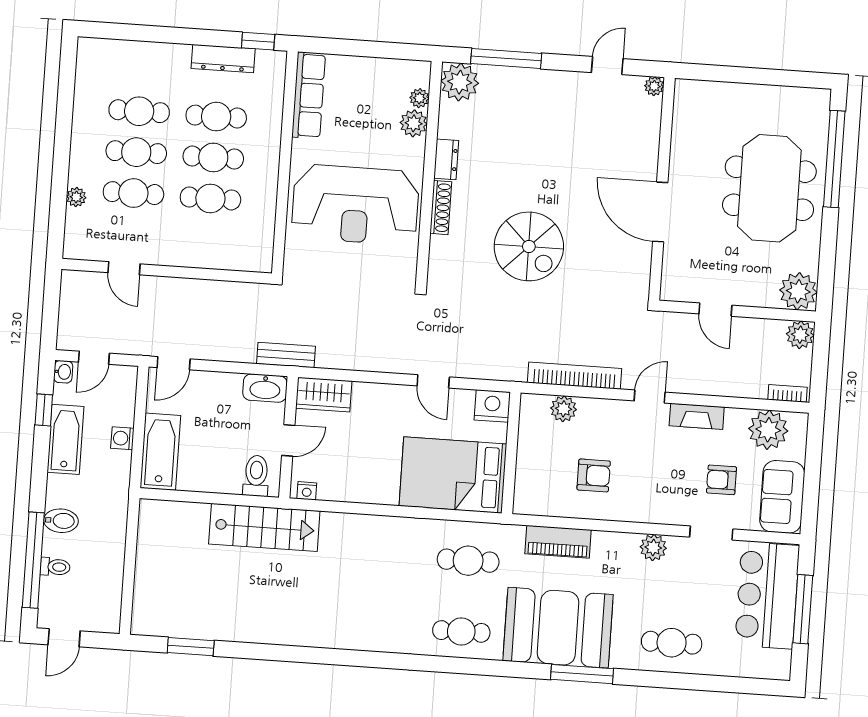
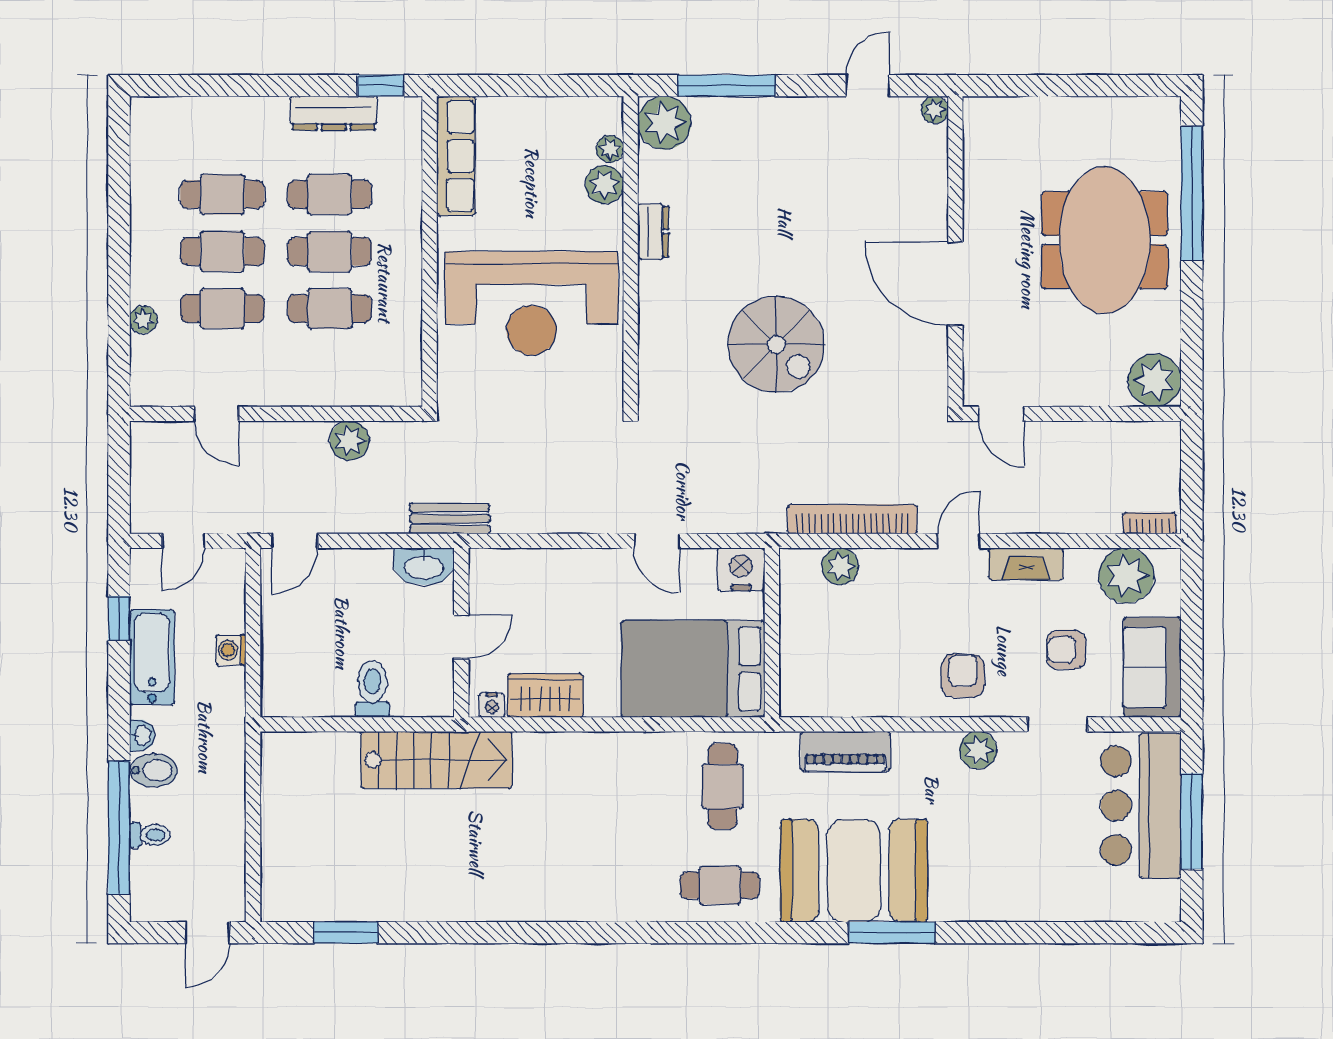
shoe rack: (441, 208) -> (650, 299), removed
door: (715, 310) -> (1001, 414), moved
plant: (800, 335) -> (349, 441), moved
washbasin: (63, 372) -> (142, 735), moved
wardrobe: (324, 395) -> (545, 695), moved, turned 180
bathtub: (160, 452) -> (285, 665), removed
armchair: (594, 475) -> (963, 676), moved, turned -90
toilet: (256, 476) -> (372, 689), moved
cafe table: (468, 561) -> (722, 786), turned 90
door: (64, 638) -> (208, 933), moved
cafe table: (672, 643) -> (1013, 880), removed

